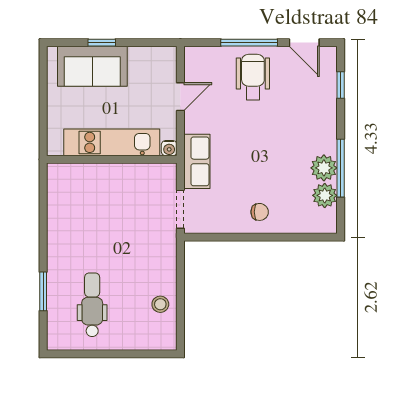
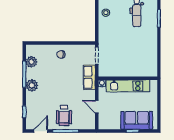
door: (304, 43) -> (41, 131), hinge flipped
door: (180, 97) -> (97, 107), hinge flipped
plant: (324, 168) -> (32, 85), moved

